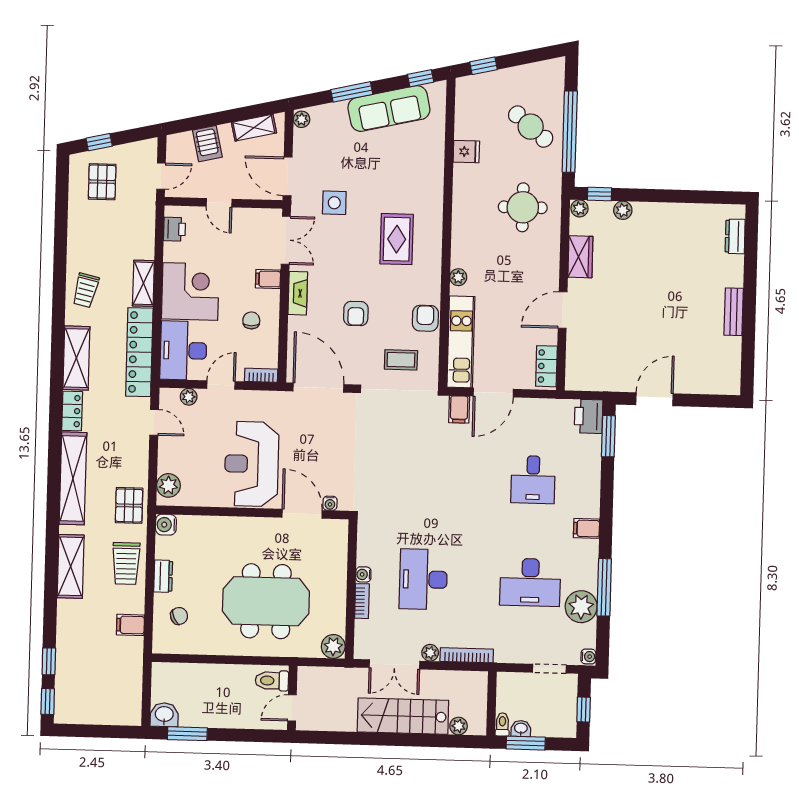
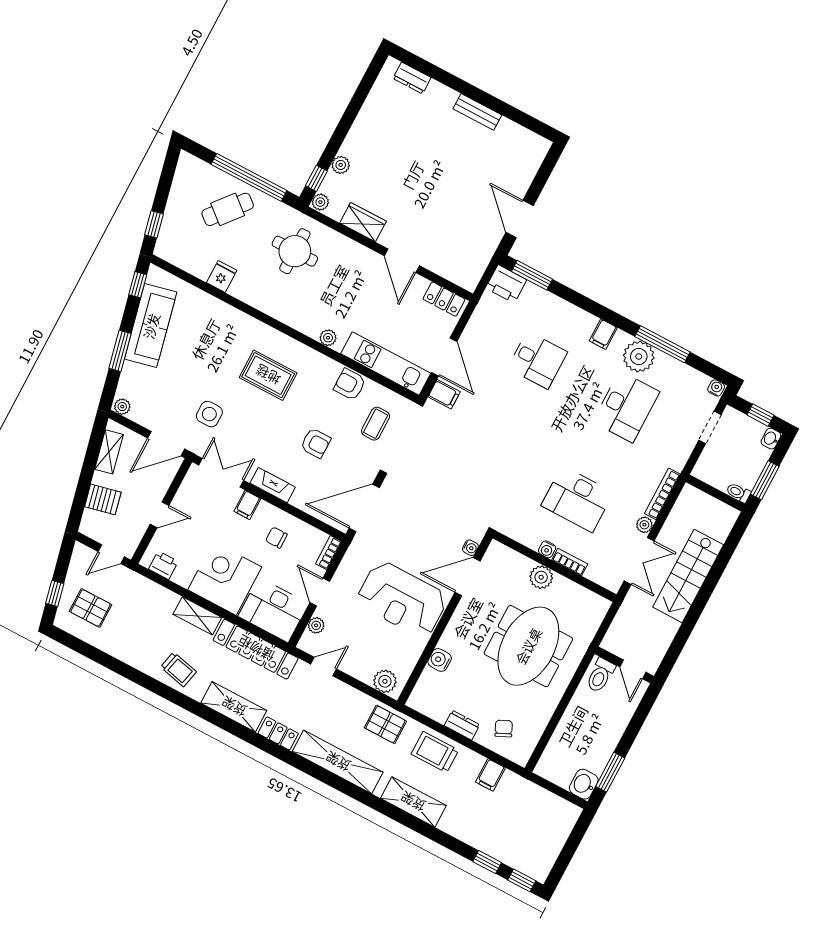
door: (161, 176) -> (111, 554), swing flipped
water cooler: (166, 525) -> (440, 660), moved, turned 90
trolley: (126, 563) -> (435, 752), turned 180
plant: (581, 607) -> (639, 357), moved
plant: (333, 646) -> (541, 577), moved
plant: (459, 726) -> (721, 532), removed
washbasin: (521, 729) -> (771, 439), moved

